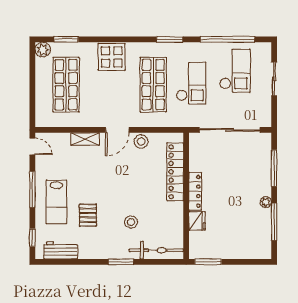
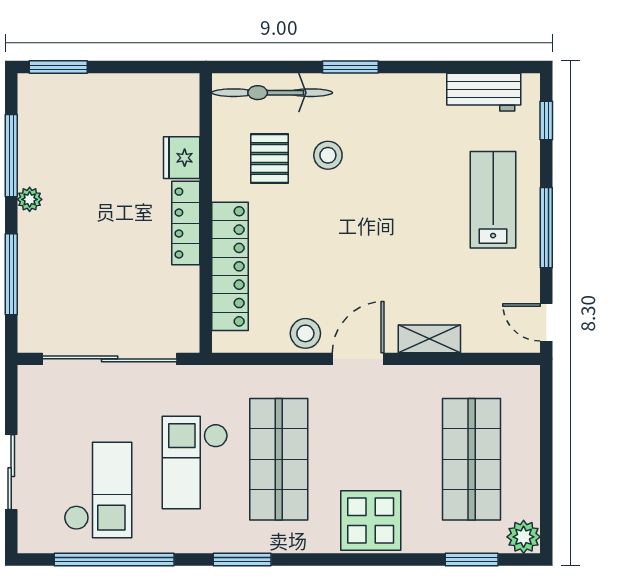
checkout: (235, 71) -> (98, 490), turned 180
pallet: (88, 215) -> (270, 159), moved
window: (208, 262) -> (58, 67), moved

